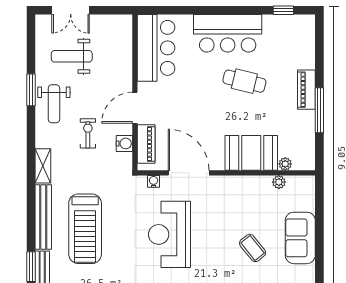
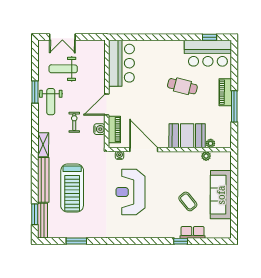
bar counter: (228, 33) -> (208, 53), moved
sofa: (300, 238) -> (221, 195), width x1.36

